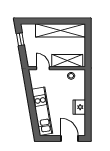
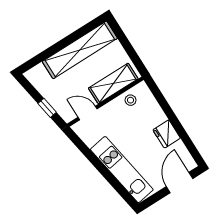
window: (20, 39) -> (47, 108), moved
door: (70, 138) -> (180, 183), hinge flipped

